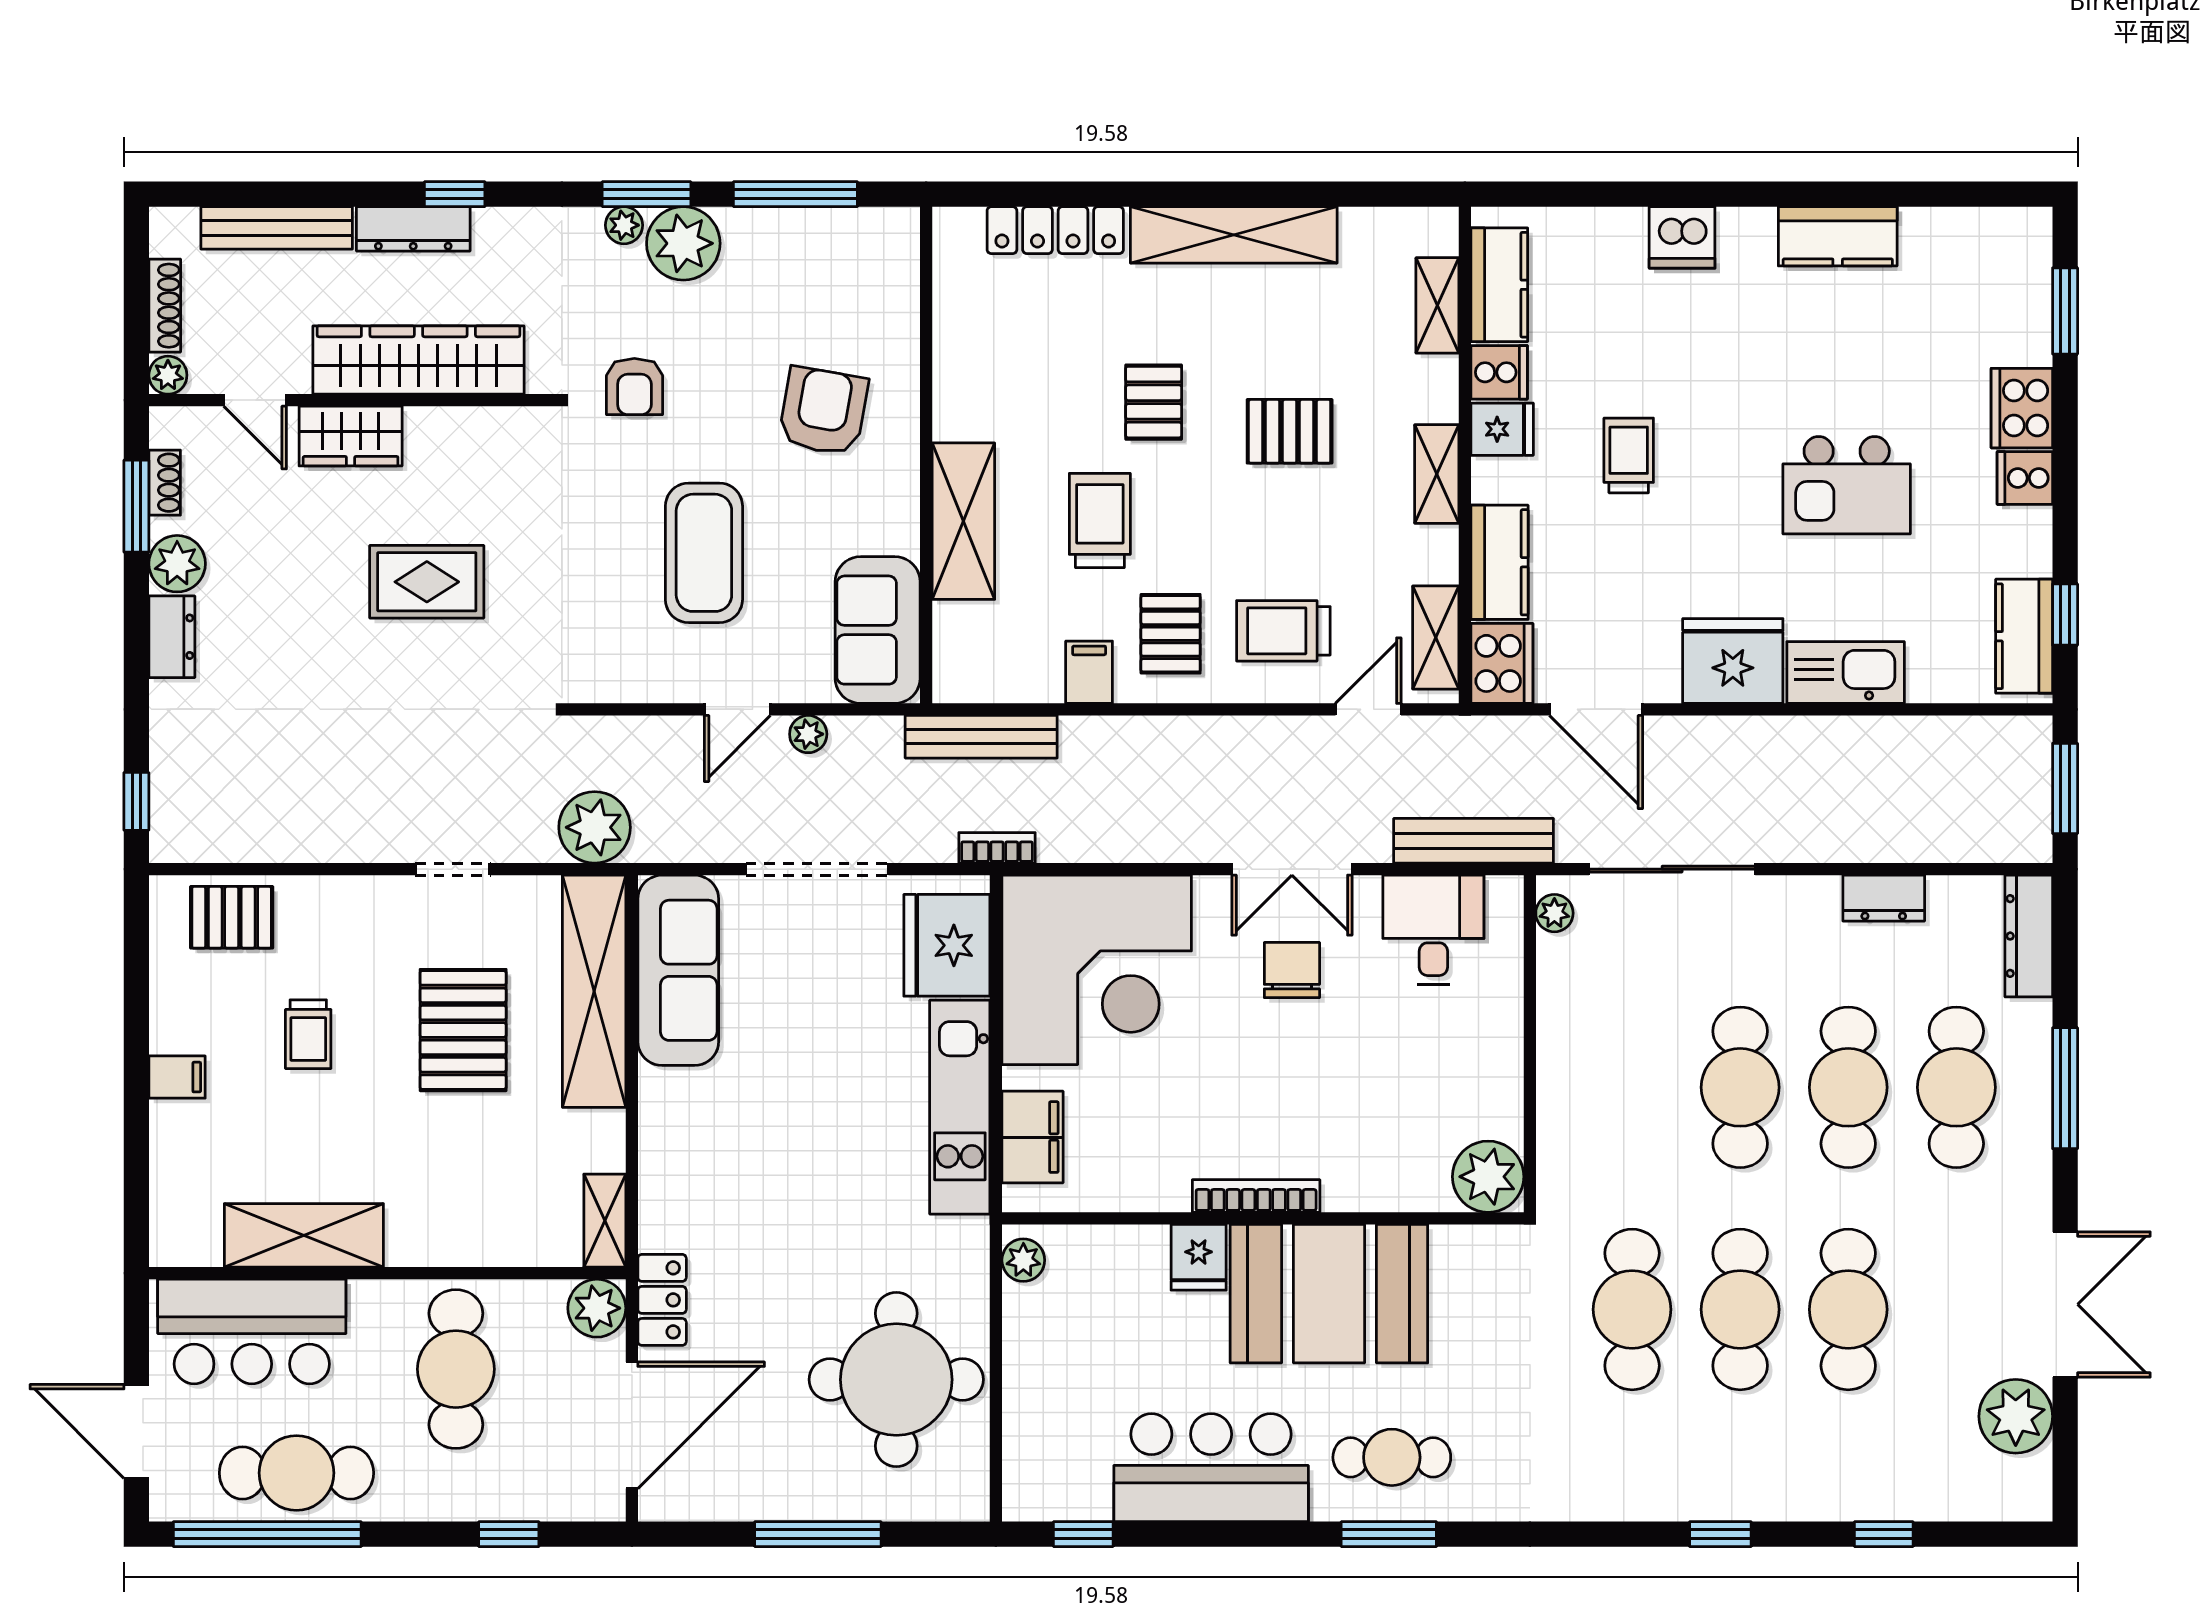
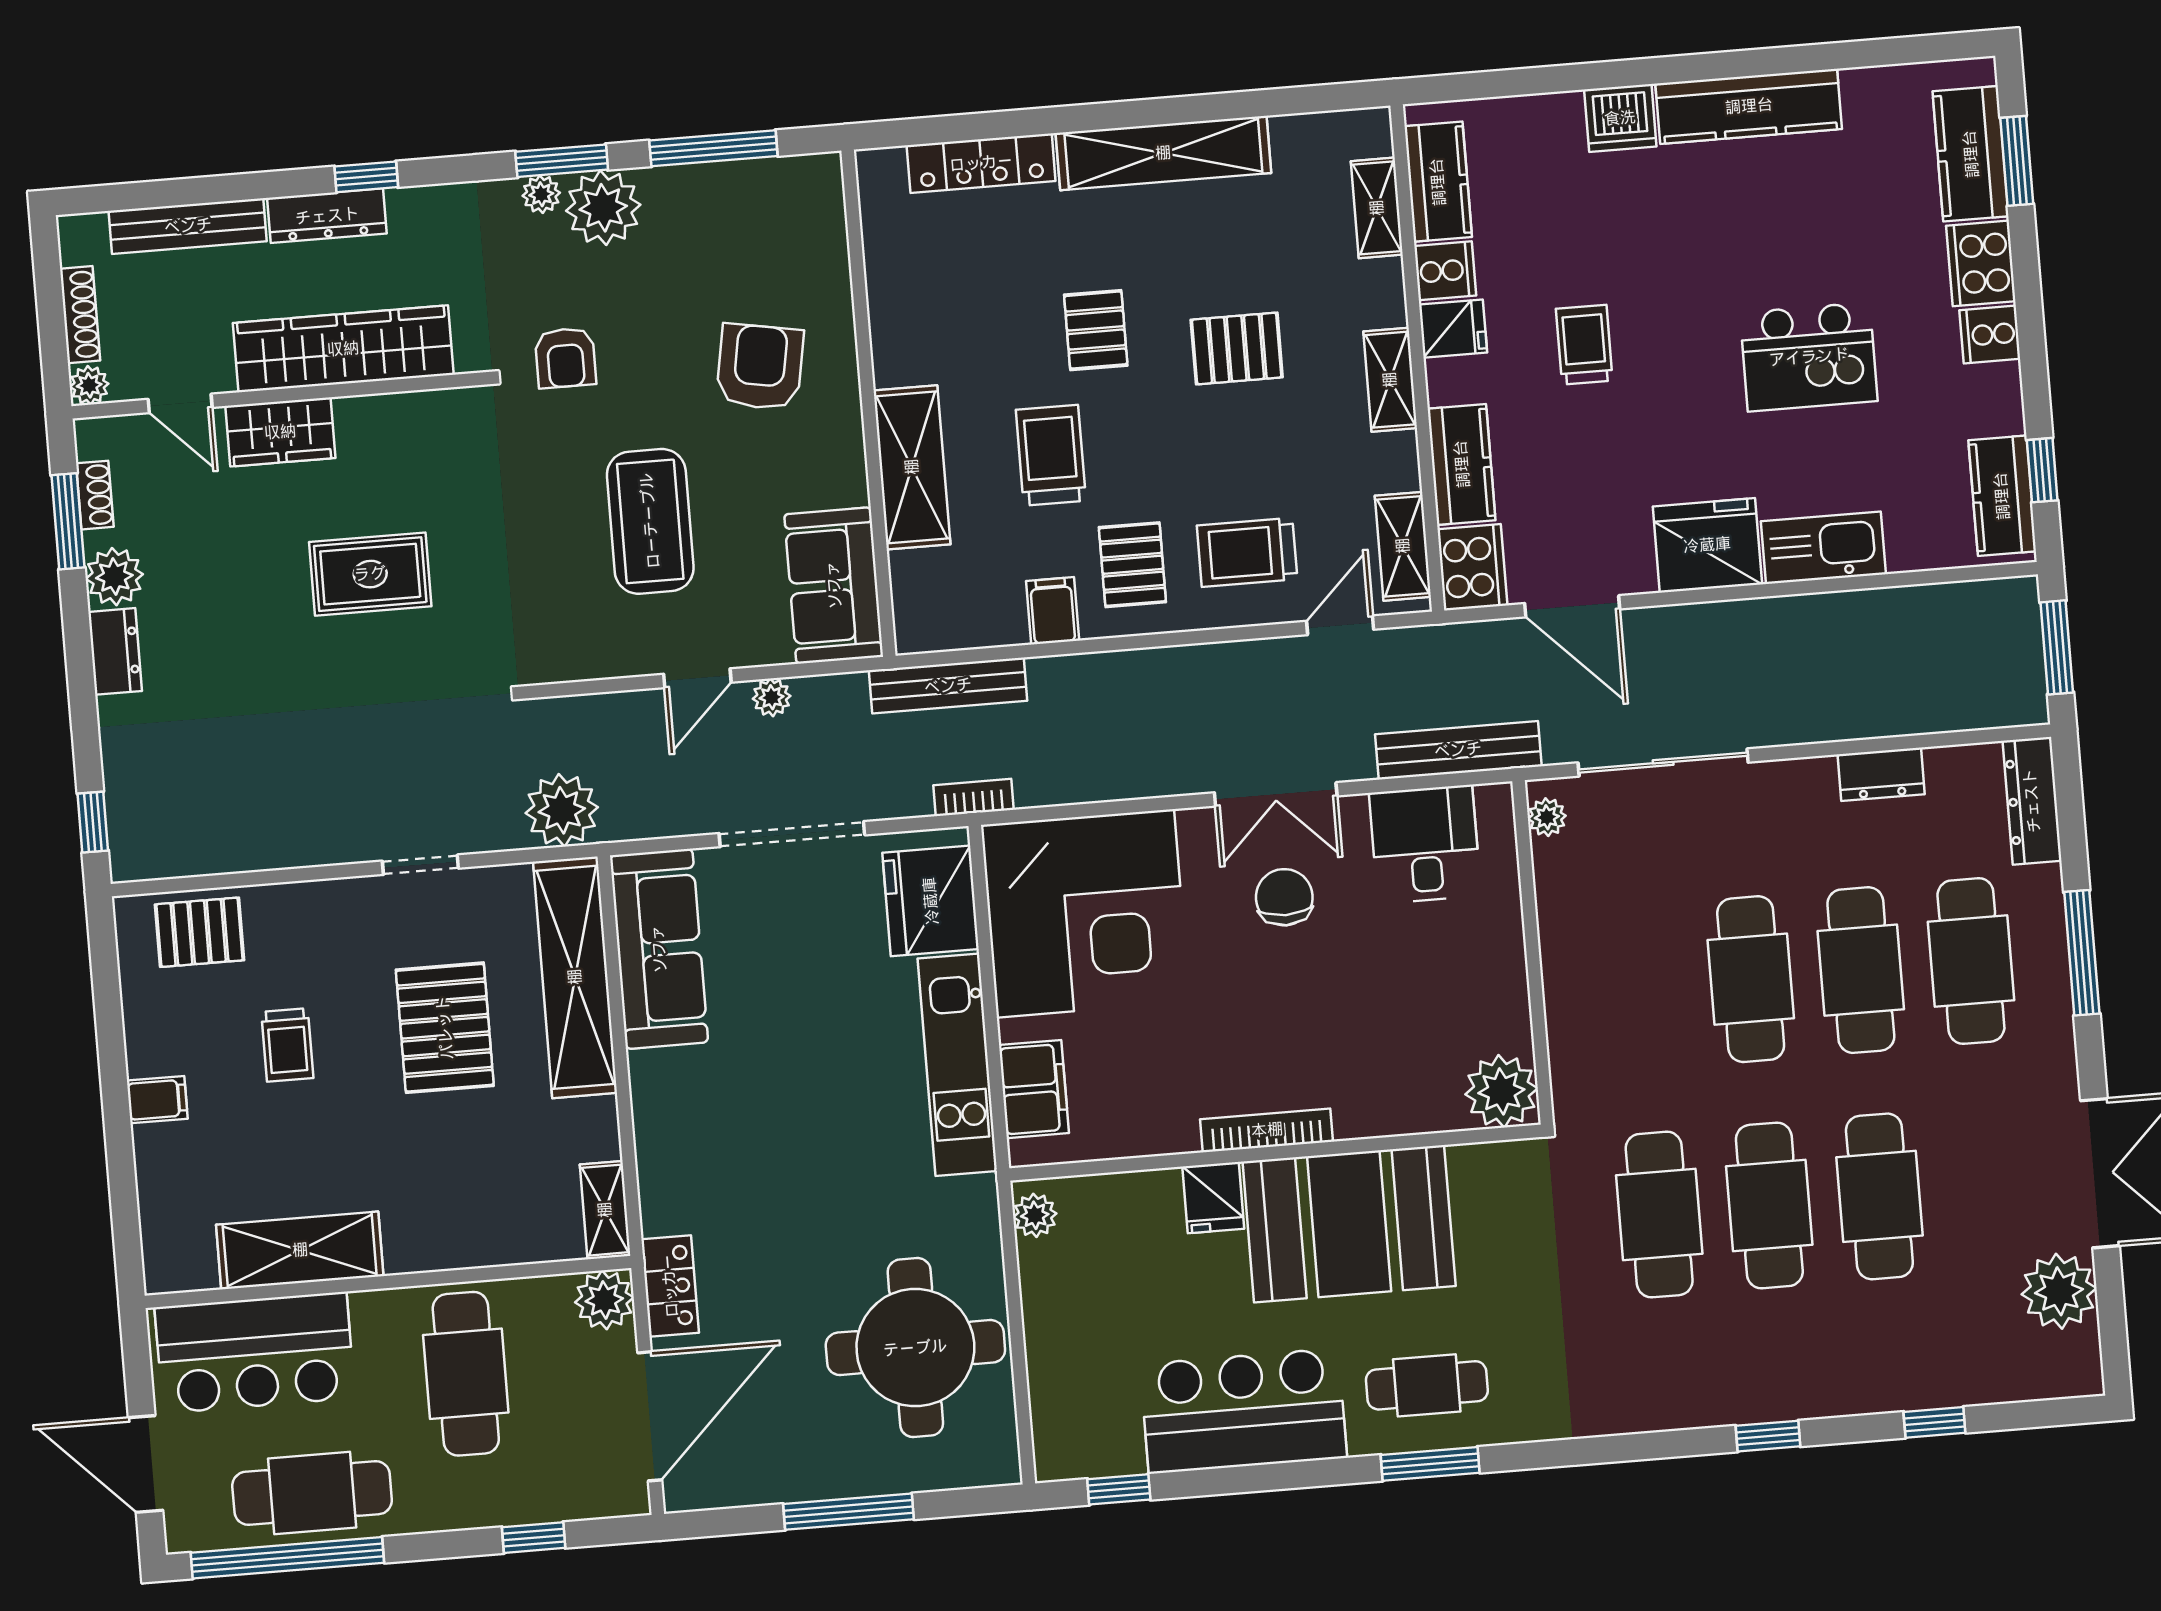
kitchen counter: (1838, 236) -> (1749, 106), width x1.50
kitchen counter: (2021, 300) -> (1971, 154), added

